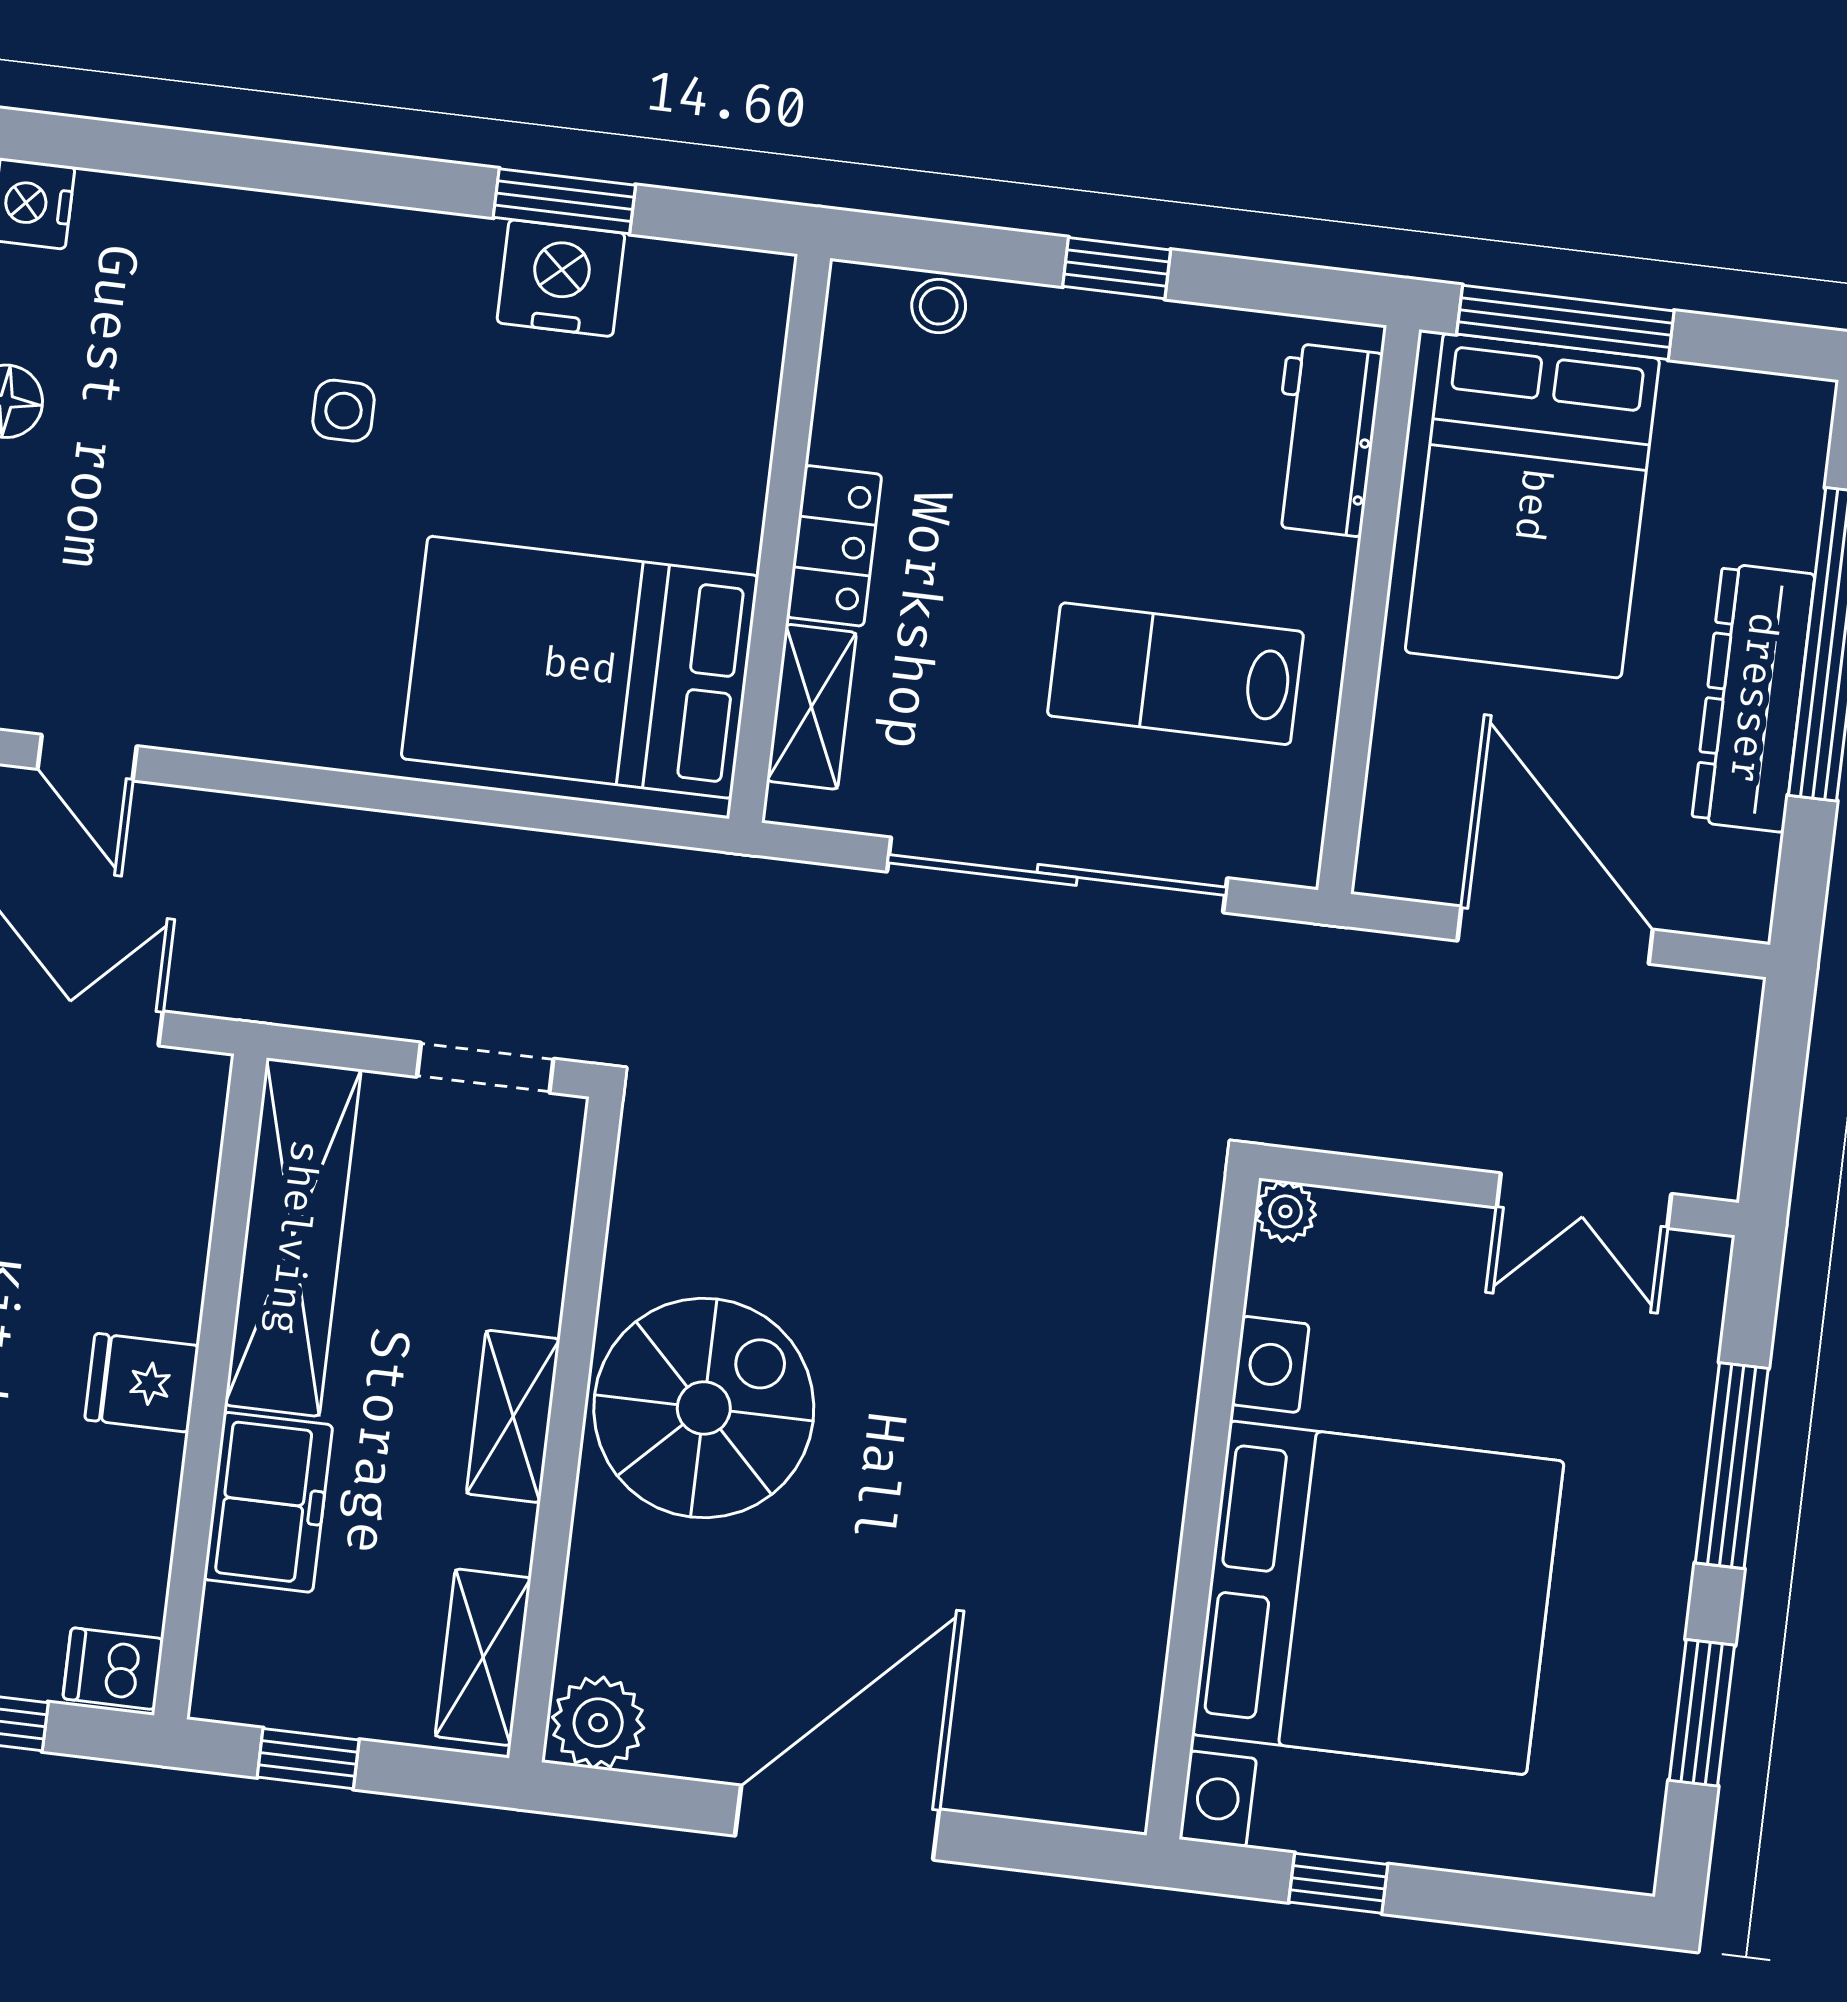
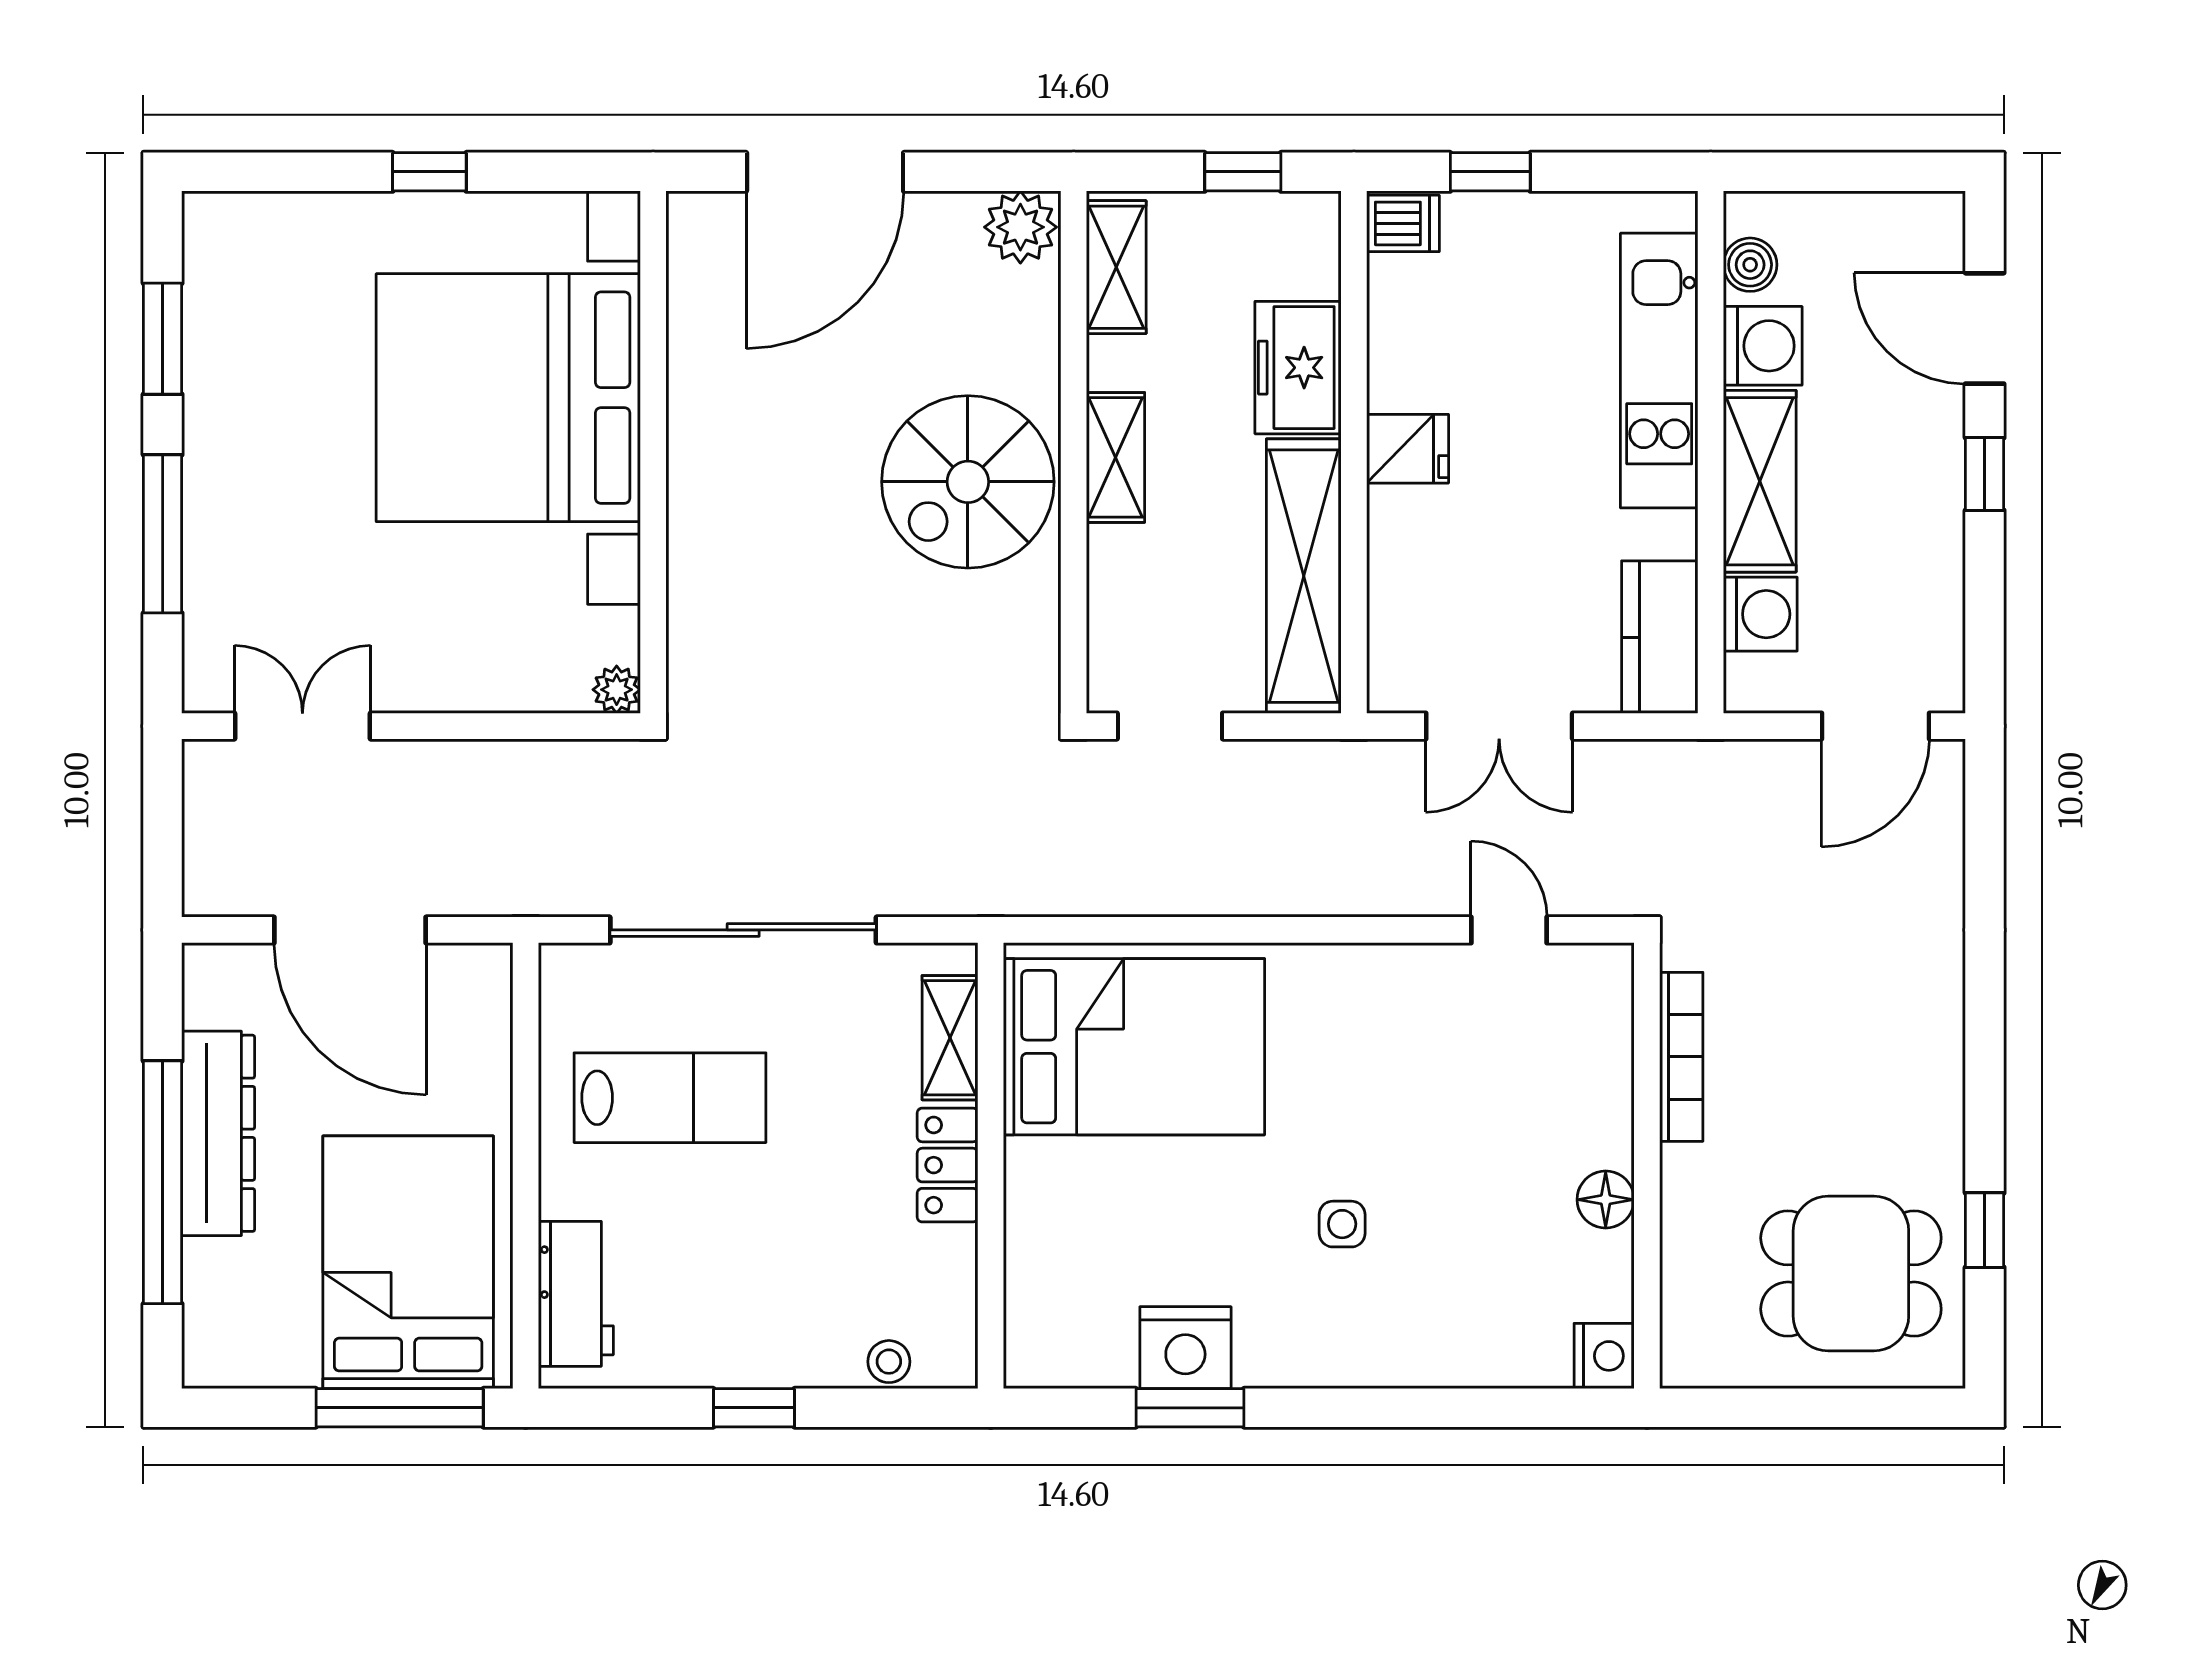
plant: (1285, 1211) -> (617, 690), moved
wall: (1203, 1507) -> (653, 452), moved
bed with nightstands: (1378, 1598) -> (508, 398), moved

